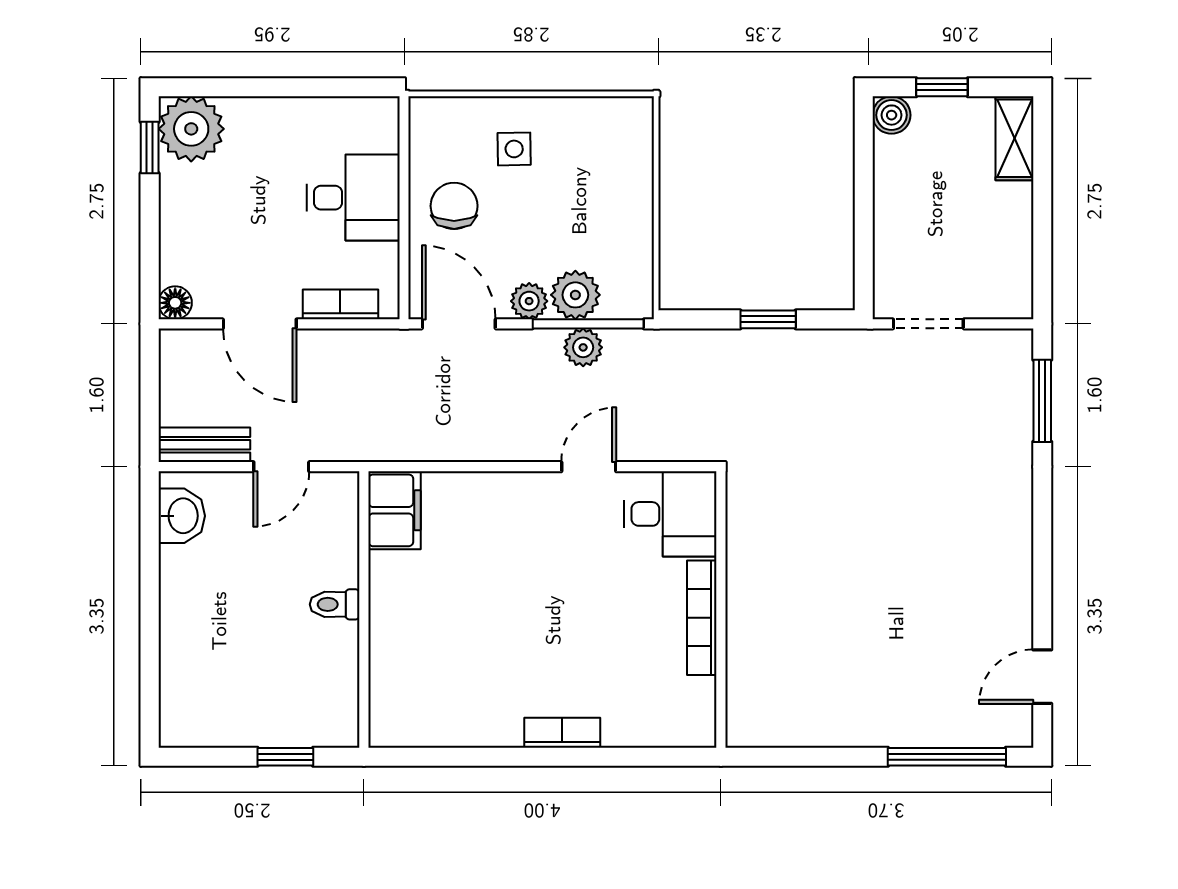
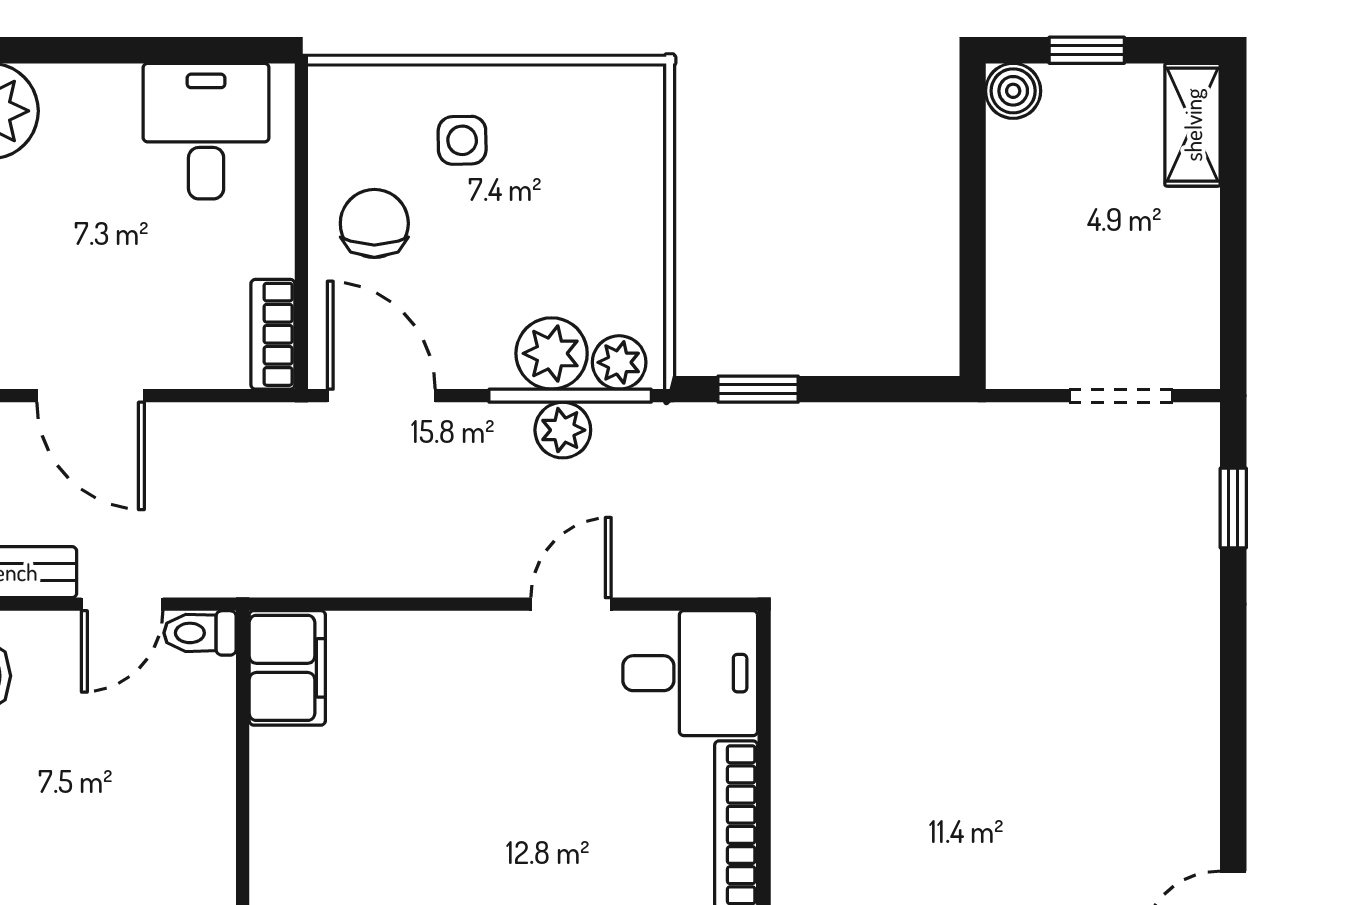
desk: (353, 198) -> (206, 131), moved, turned -90
plant: (529, 301) -> (619, 362), moved
bookcase: (340, 304) -> (273, 334), moved, turned -90
window: (768, 319) -> (758, 389), moved
doorway: (928, 324) -> (1121, 396), moved
window: (1042, 401) -> (1233, 508), width x0.67
toilet: (335, 604) -> (200, 633), moved

